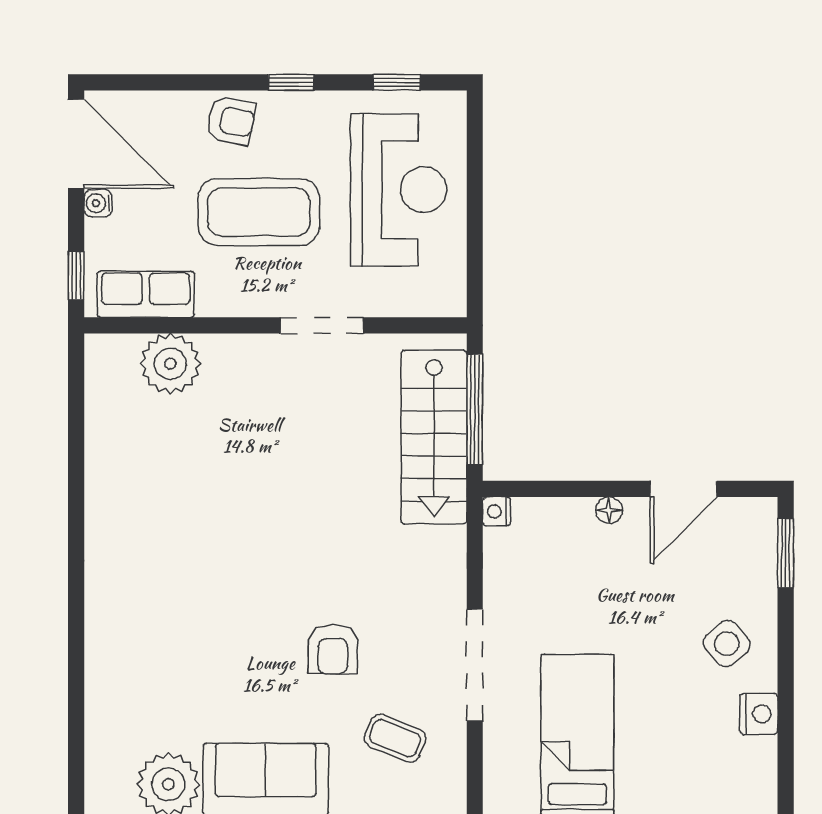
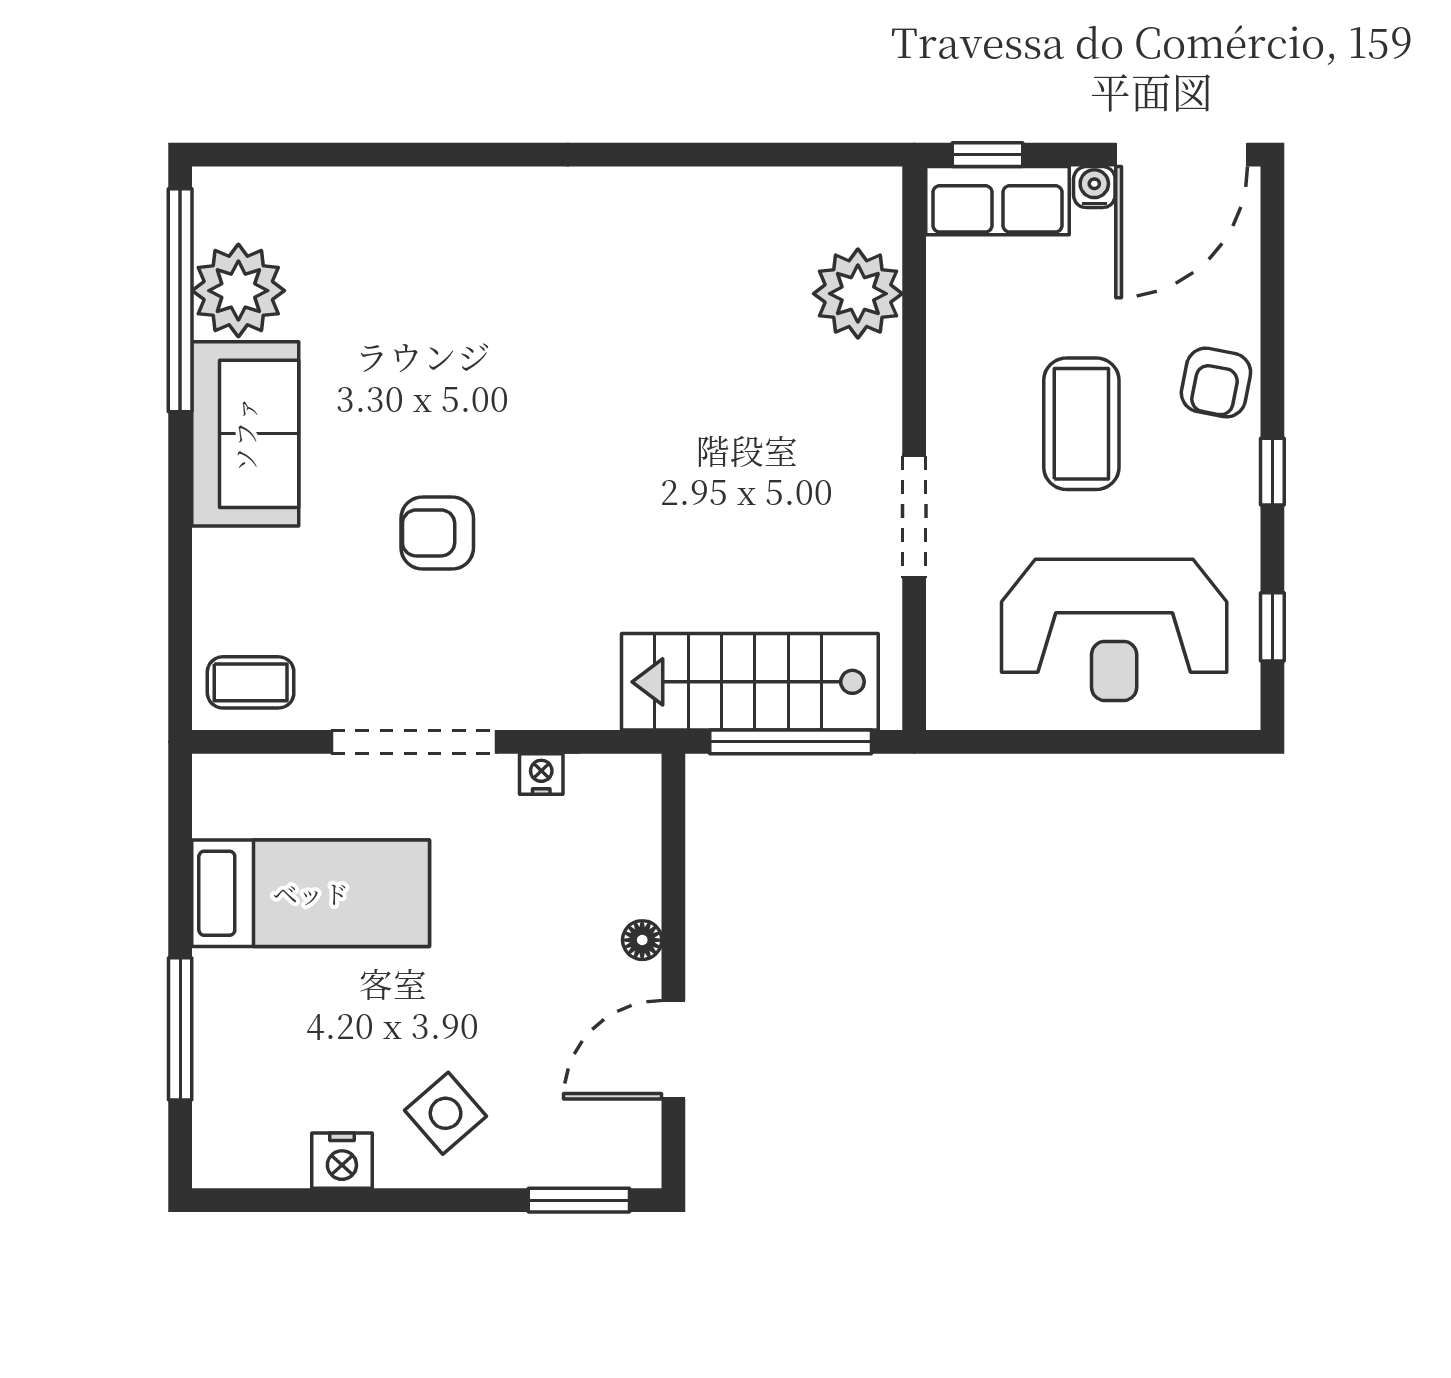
coffee table: (259, 212) -> (1081, 424), width x0.73, depth x0.76
row of seats: (146, 294) -> (997, 201), moved, turned 90
door: (684, 489) -> (673, 1050), hinge flipped
nightstand: (497, 511) -> (541, 774), moved
coffee table: (395, 738) -> (251, 682), moved, turned 68

